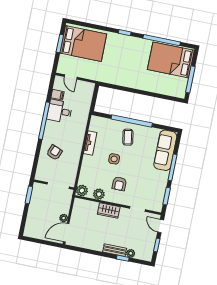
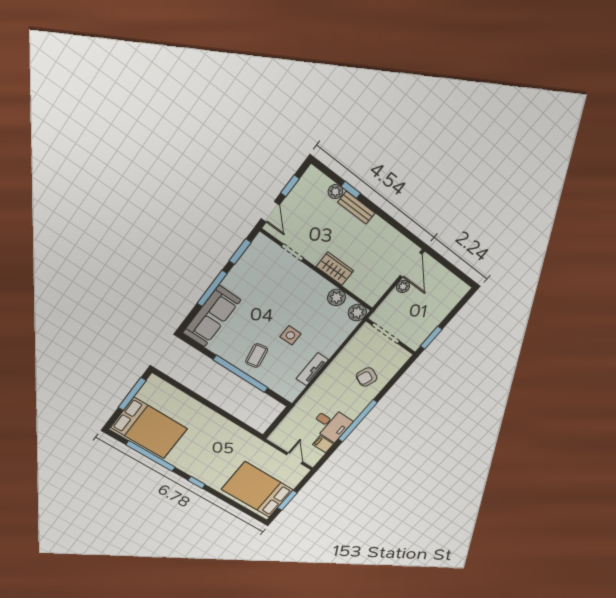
armchair: (119, 184) -> (300, 299), removed
door: (66, 233) -> (411, 265), hinge flipped

